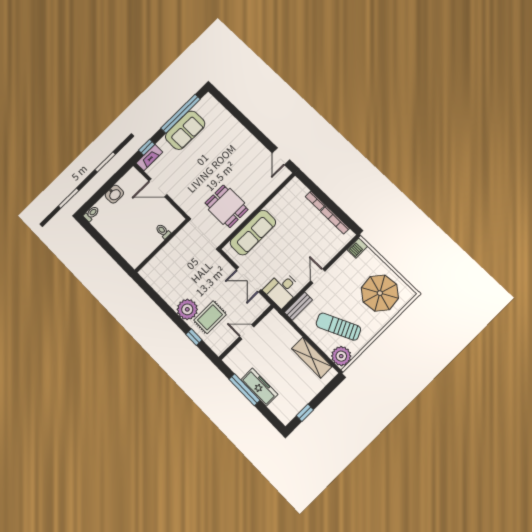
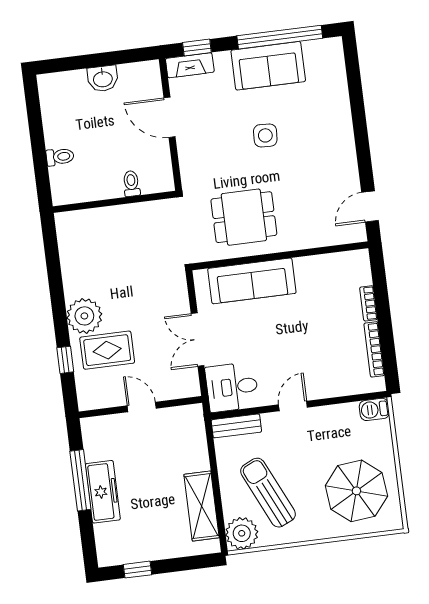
side table: (208, 162) -> (265, 135), added
dining table: (227, 206) -> (244, 217), turned 90
toilet: (91, 214) -> (60, 157), moved

